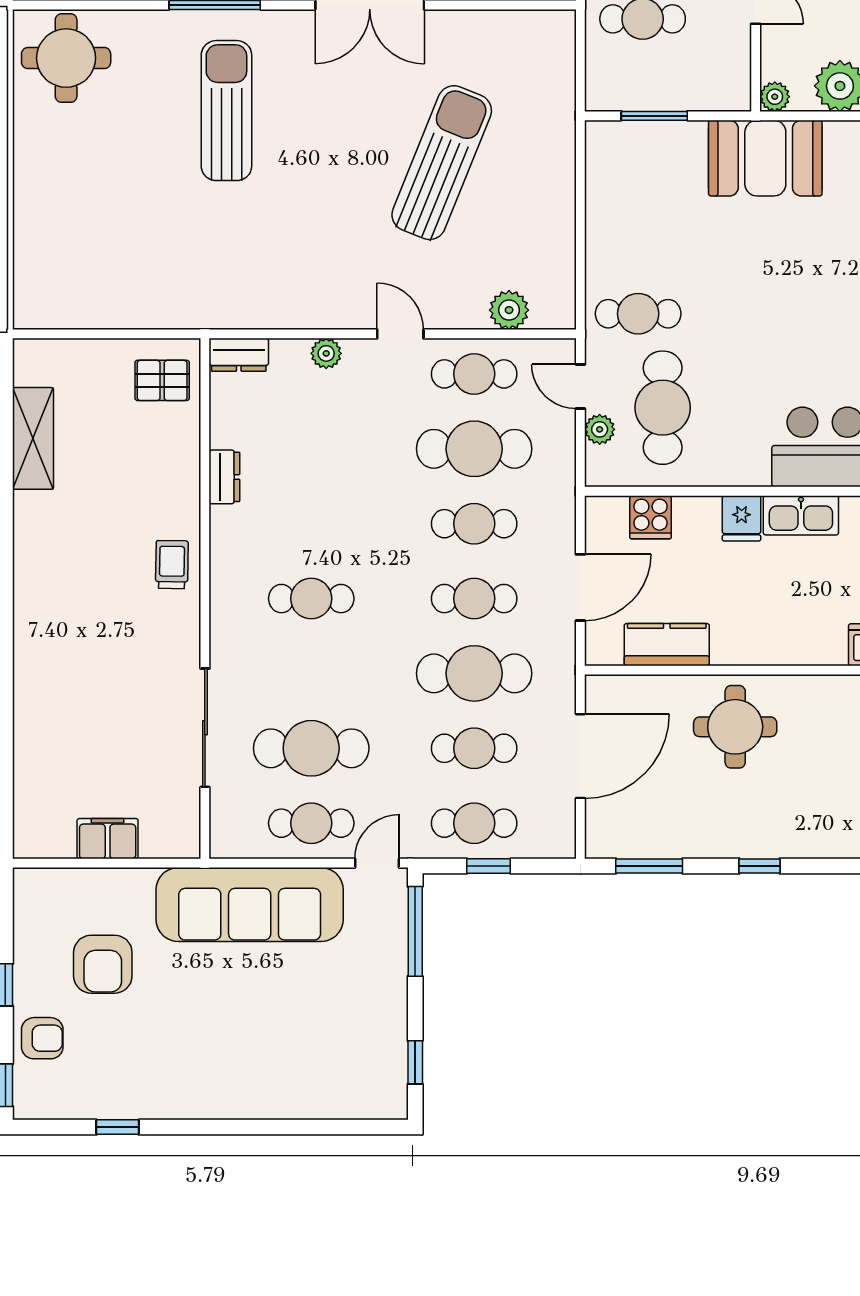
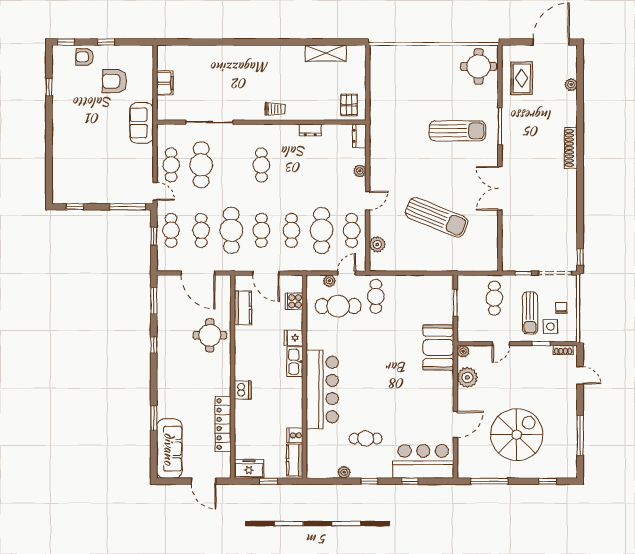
sofa: (250, 905) -> (142, 123), width x0.54, depth x0.79
armchair: (42, 1038) -> (85, 57), turned 90

